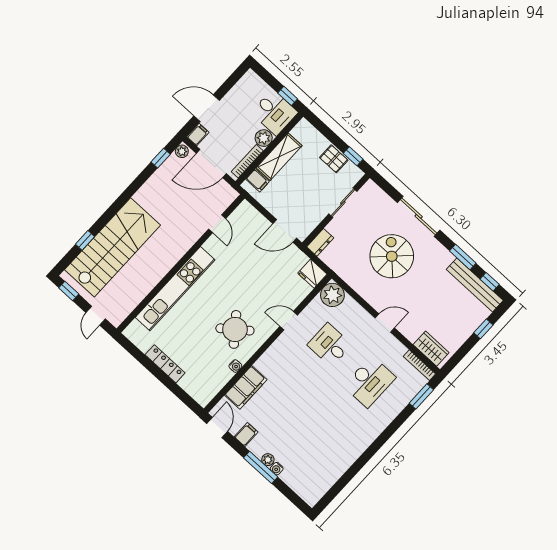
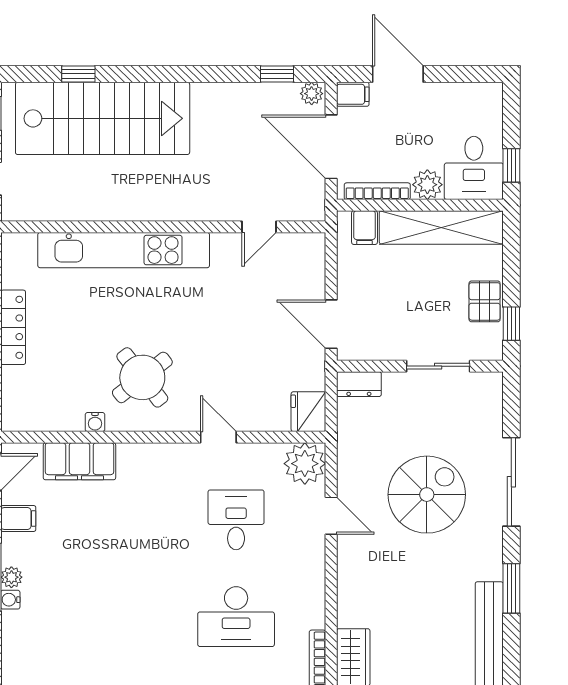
shelving: (279, 157) -> (441, 227), width x1.47
window: (490, 282) -> (511, 653), removed
door: (385, 323) -> (331, 516), moved

